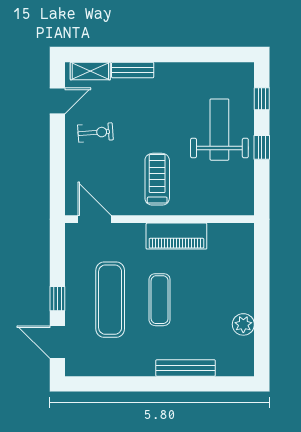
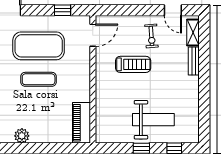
treadmill: (157, 179) -> (133, 64), moved
piano: (176, 236) -> (81, 123), moved
window: (57, 299) -> (63, 10), moved
exercise mat: (110, 300) -> (39, 46), width x1.47

